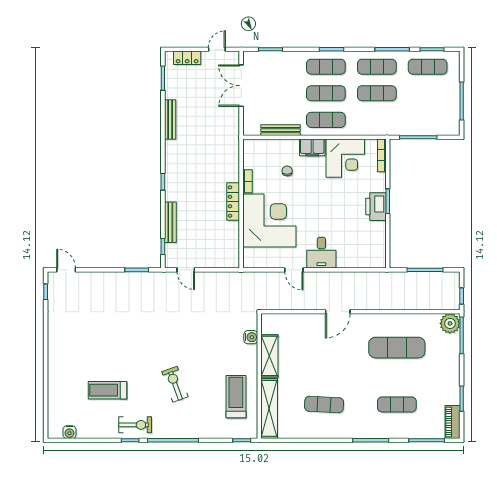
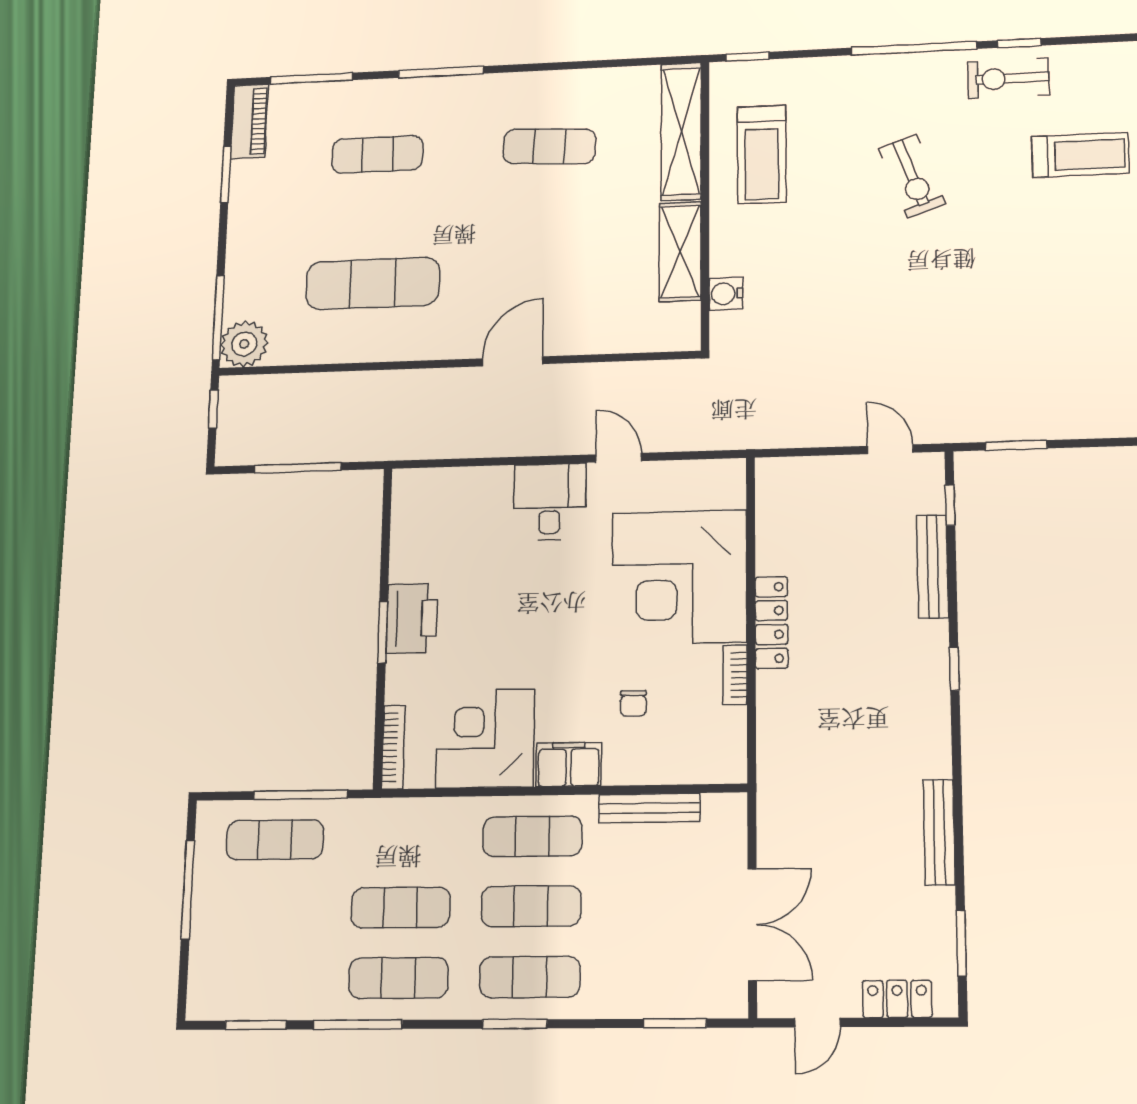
exercise mat: (428, 67) -> (275, 840), moved

